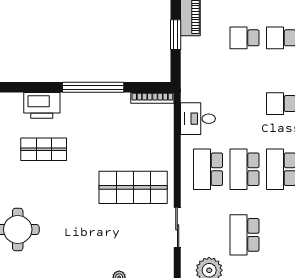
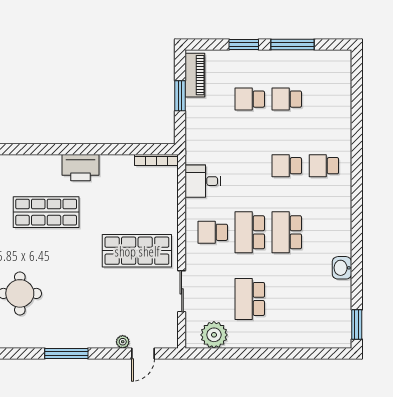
window: (93, 87) -> (96, 149), removed
printer: (42, 105) -> (81, 168), moved
shop shelf: (44, 149) -> (46, 212), width x1.43, depth x1.36
school desk: (208, 169) -> (213, 232), width x0.54

